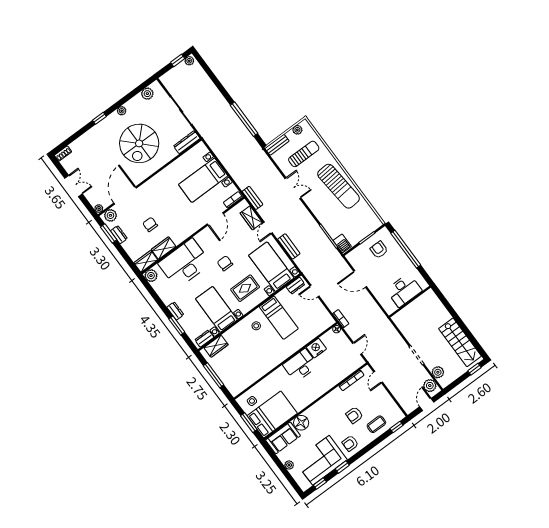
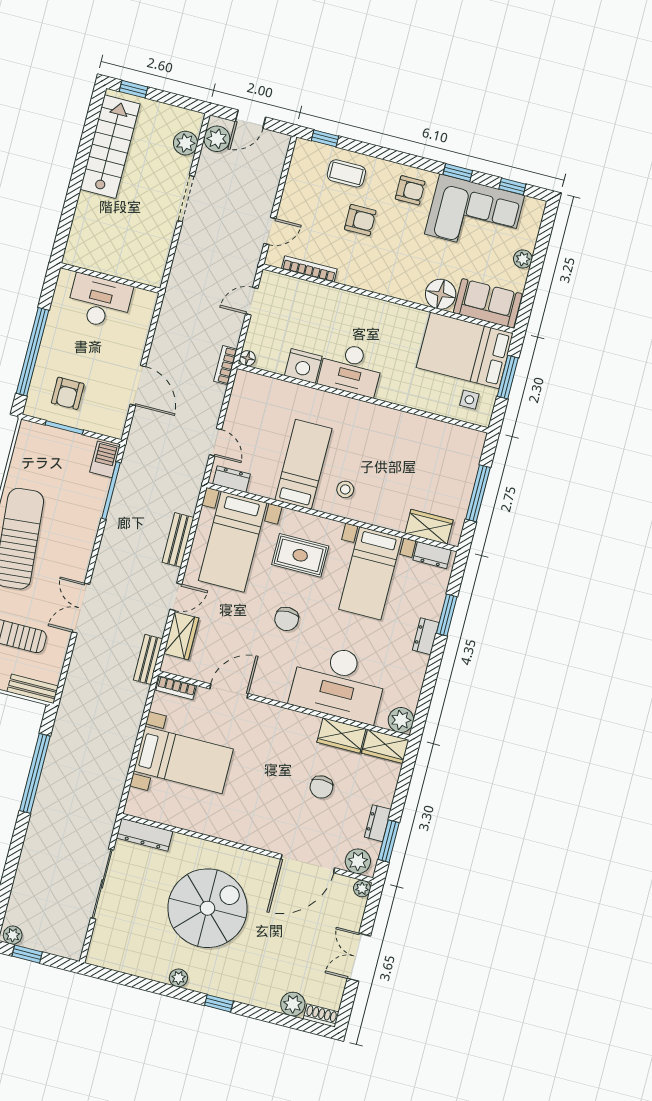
plant: (147, 94) -> (293, 1004), moved

